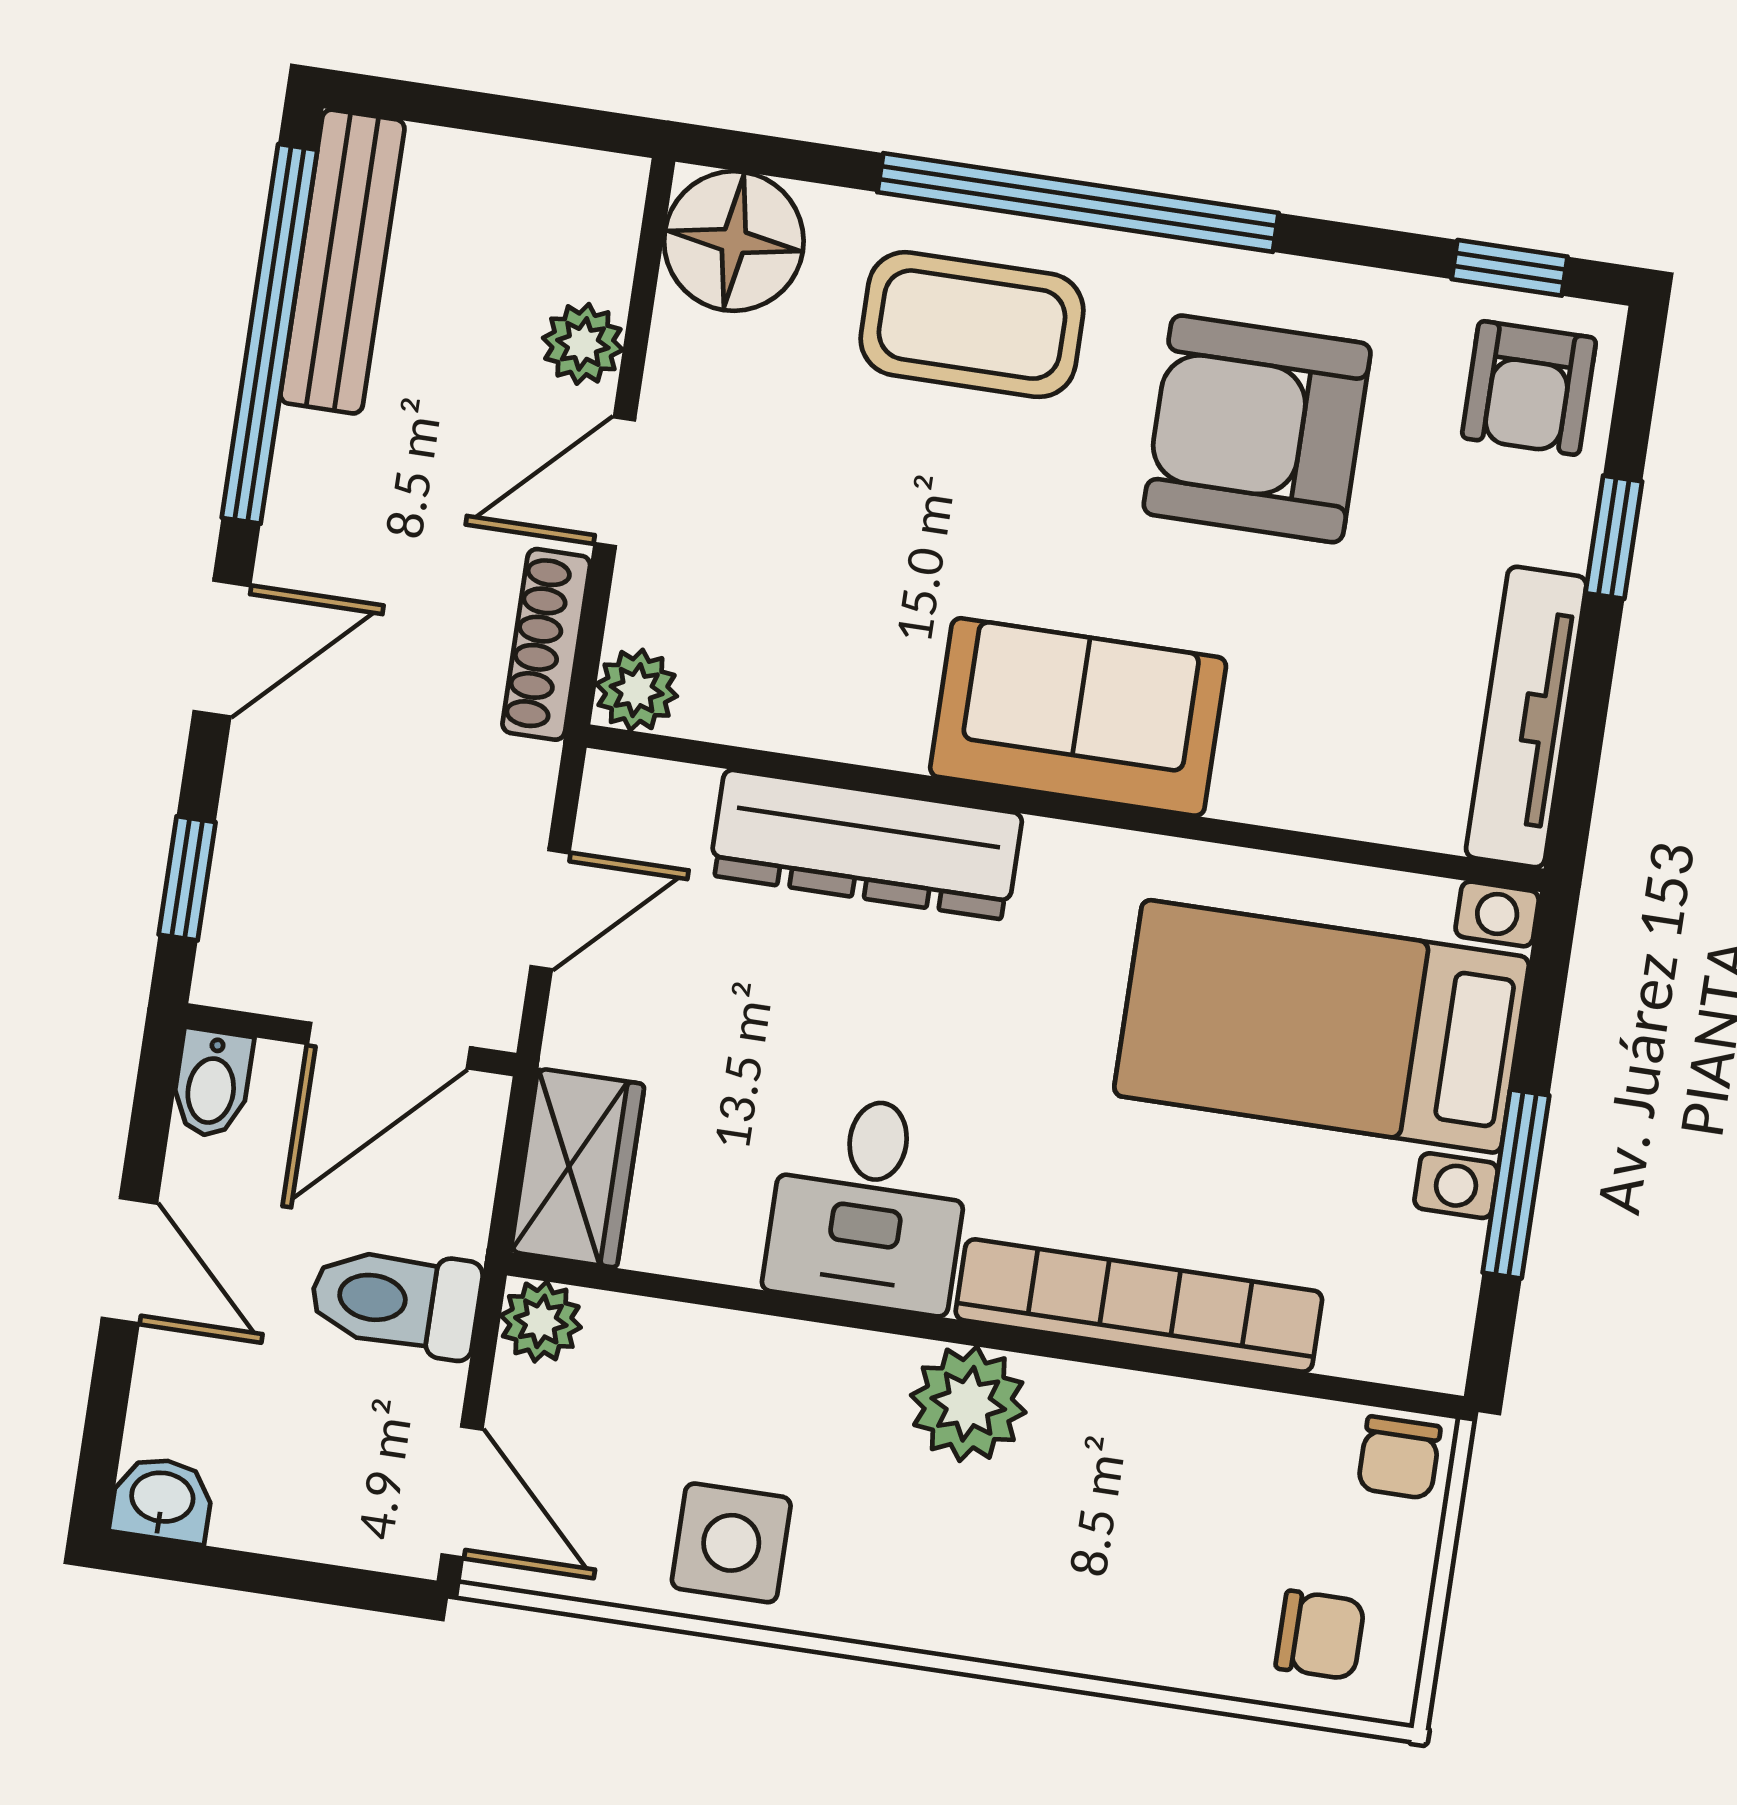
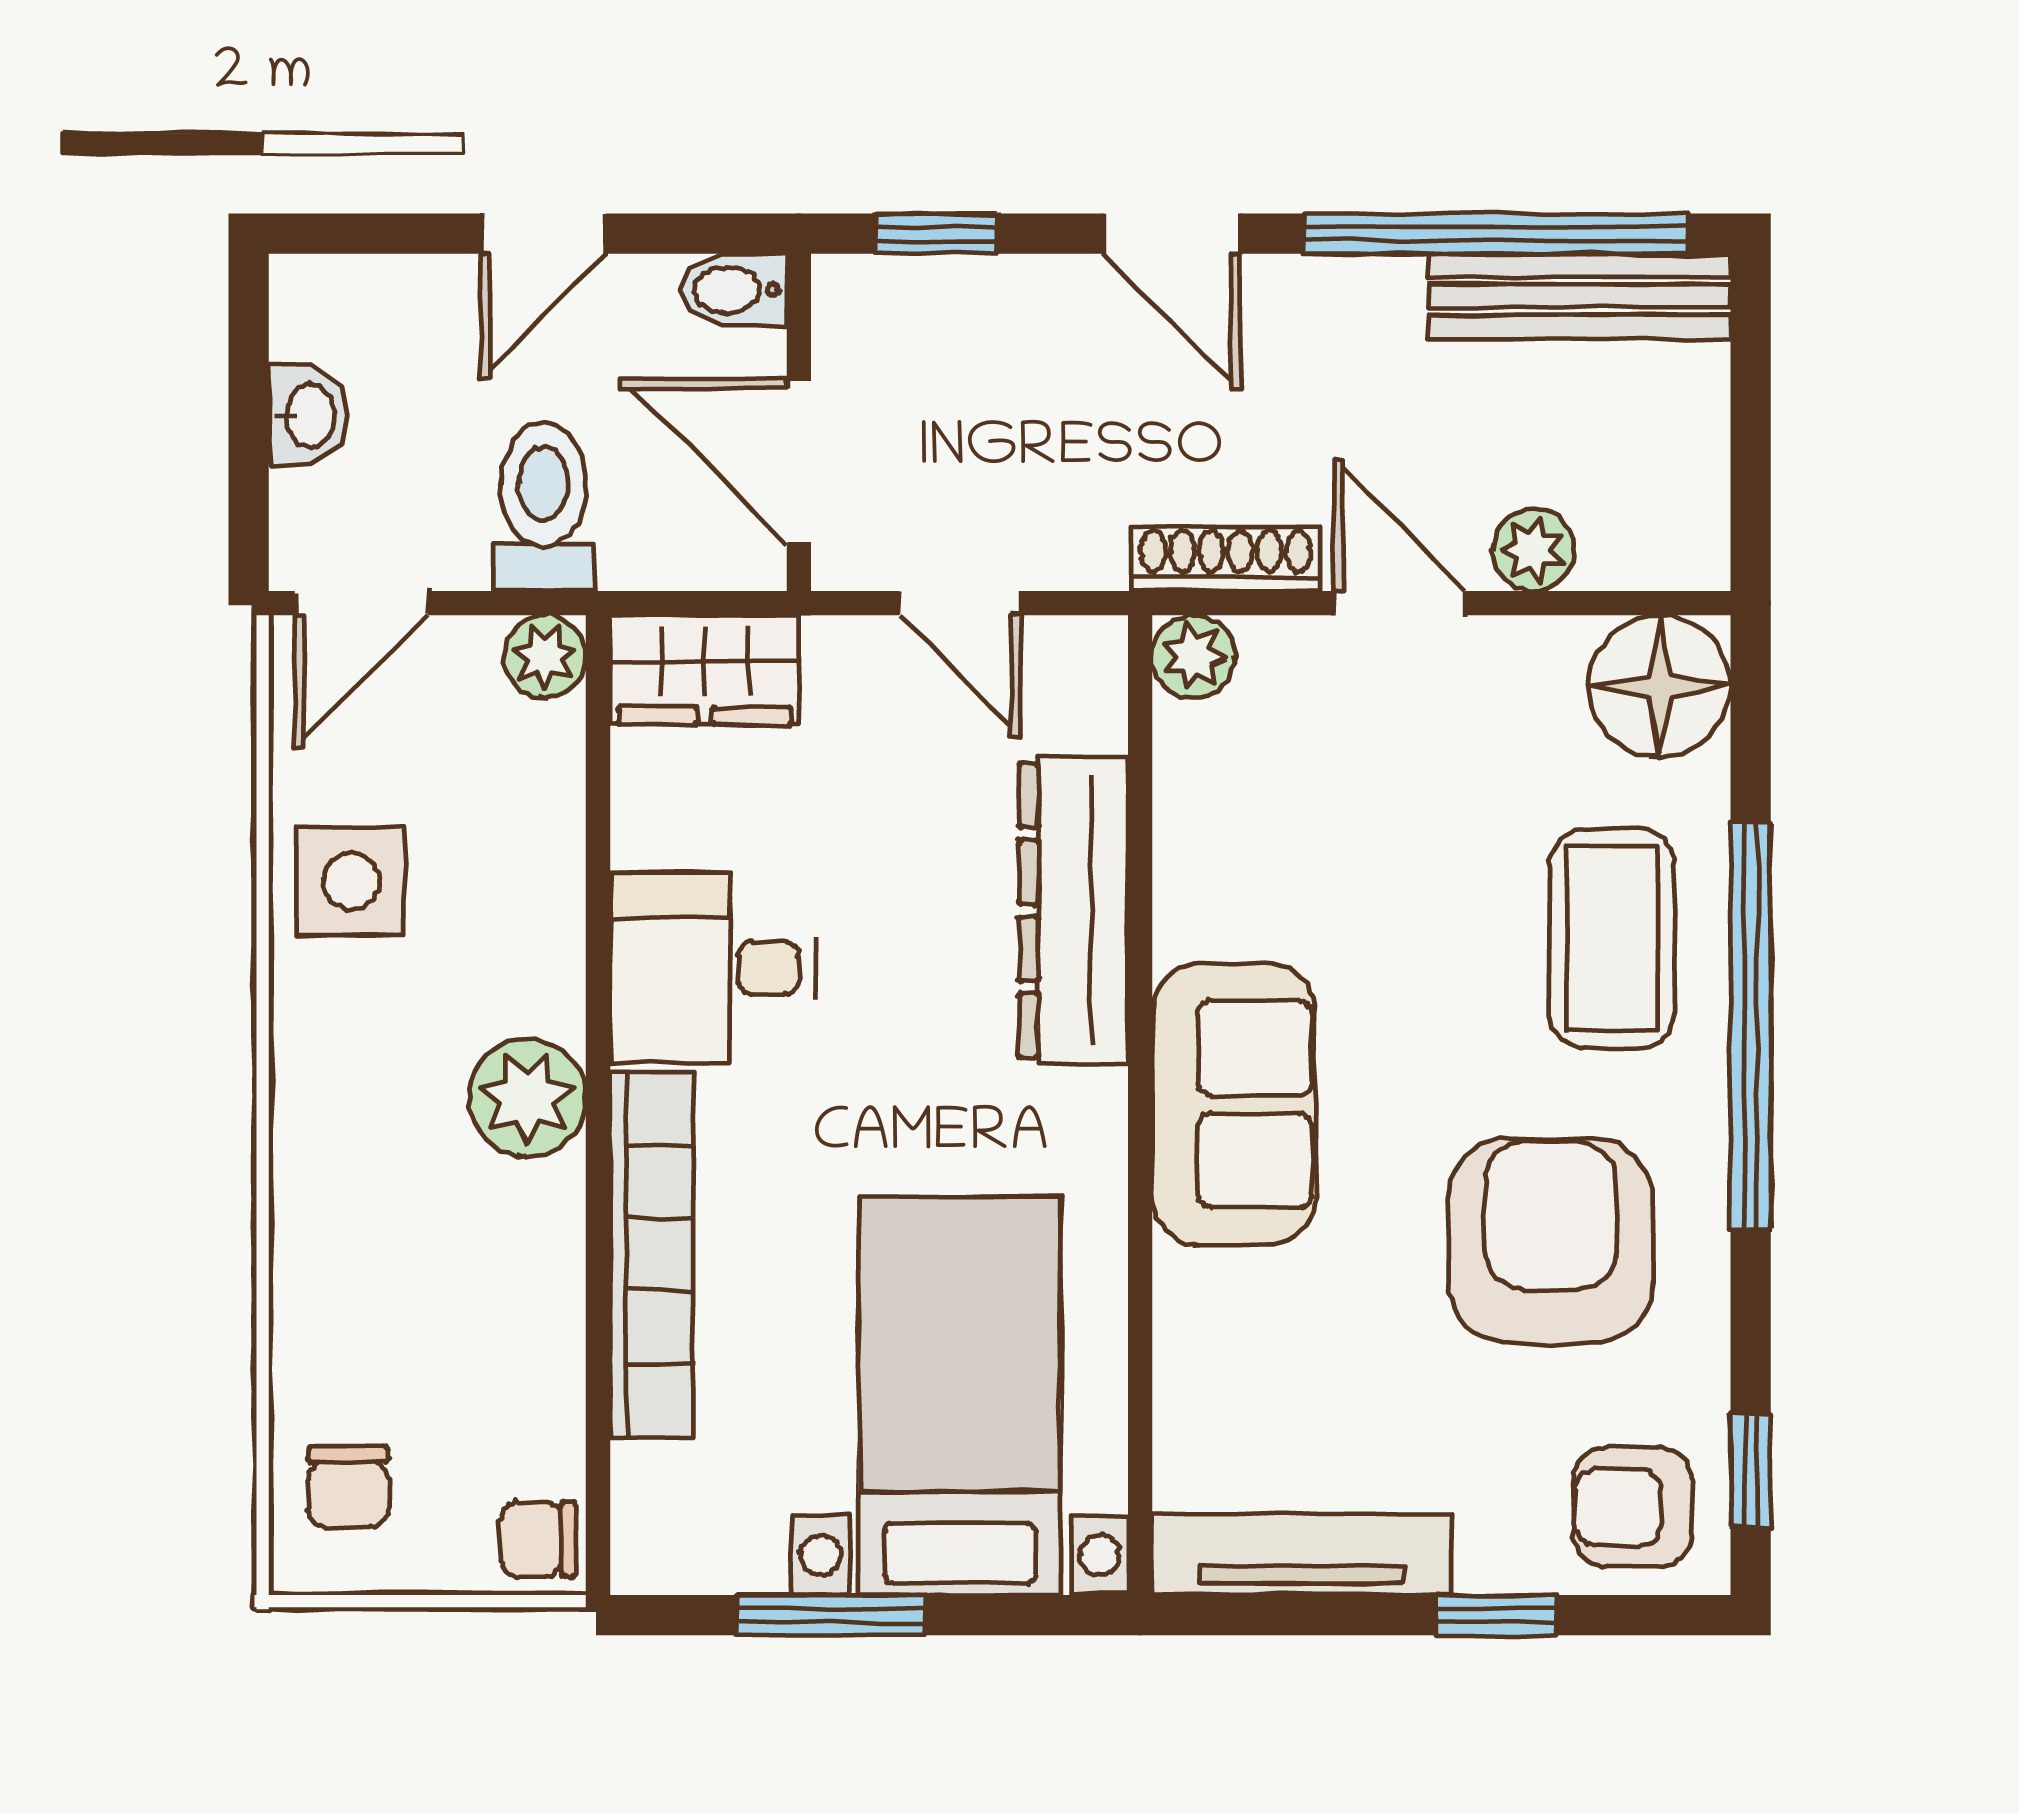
washbasin: (162, 1499) -> (308, 416), moved

